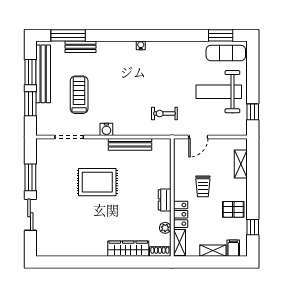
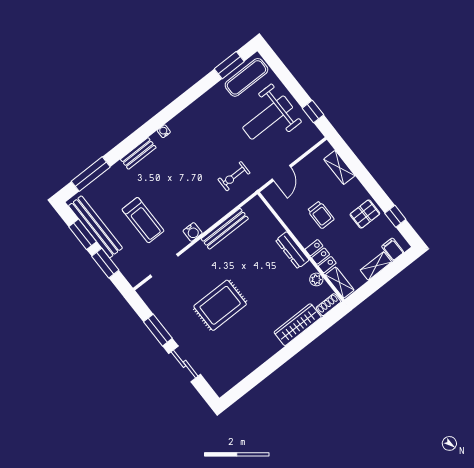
bench: (80, 47) -> (138, 153), moved
treadmill: (79, 95) -> (143, 220), turned 180
rug: (97, 182) -> (220, 305), moved
dresser: (165, 200) -> (292, 250), width x1.44

